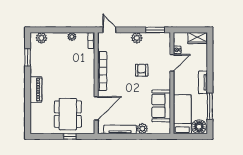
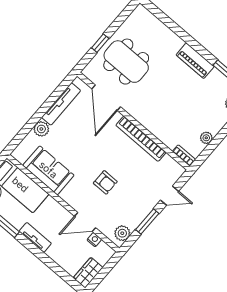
door: (109, 30) -> (170, 196), moved
window: (155, 30) -> (147, 222), moved
plant: (137, 38) -> (122, 233), moved
door: (172, 63) -> (85, 222), hinge flipped
piano: (36, 89) -> (195, 61), moved

